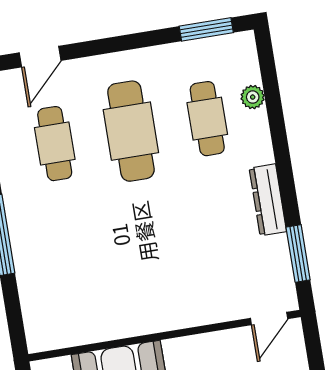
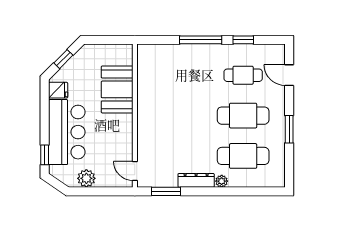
window: (206, 29) -> (289, 129), moved
plant: (253, 97) -> (222, 181), moved
cafe table: (207, 119) -> (243, 156), width x1.37, depth x1.35

